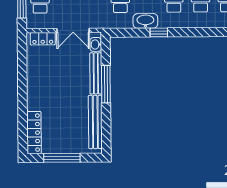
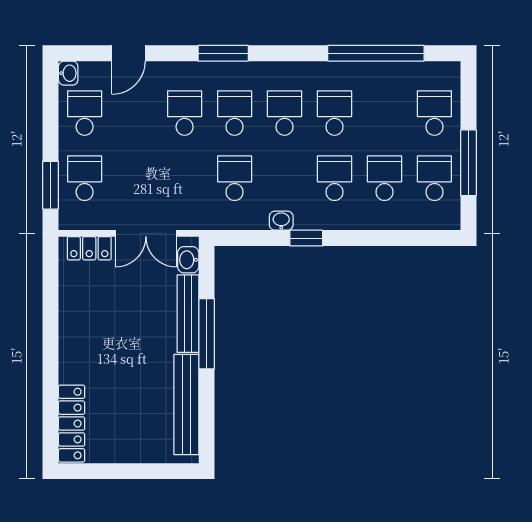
washbasin: (145, 21) -> (281, 221), width x0.52, depth x0.69
window: (62, 158) -> (123, 471), removed

